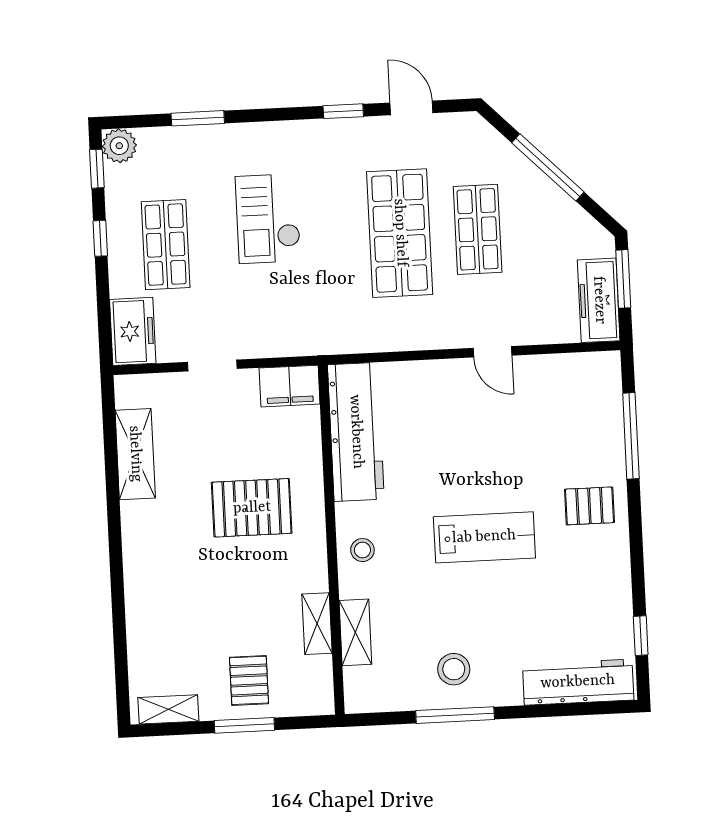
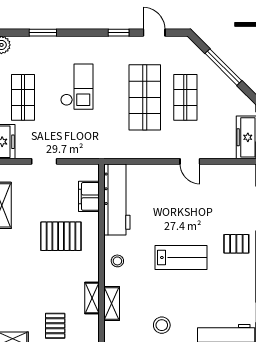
checkout: (268, 219) -> (77, 87), turned 180
filing cabinet: (290, 386) -> (89, 196), moved, turned 90

